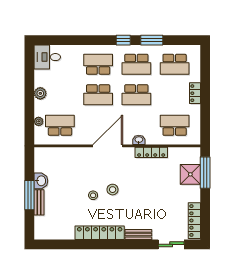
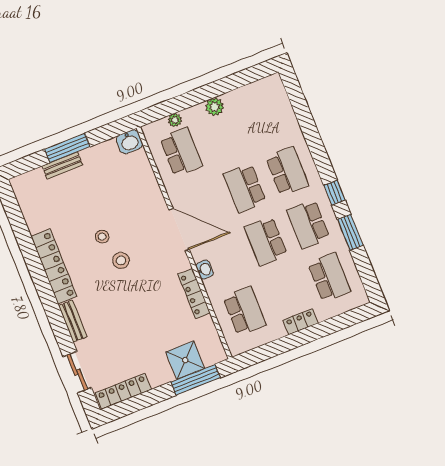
desk: (47, 57) -> (269, 96), removed
school desk: (175, 64) -> (329, 277), turned 180
washbasin: (41, 181) -> (129, 142), moved

